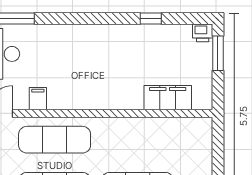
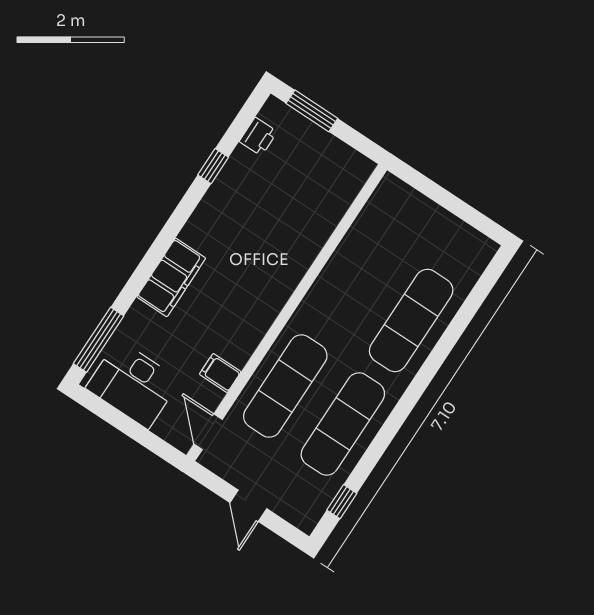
printer: (203, 33) -> (258, 137), moved
filing cabinet: (168, 98) -> (171, 277), moved, turned 180

